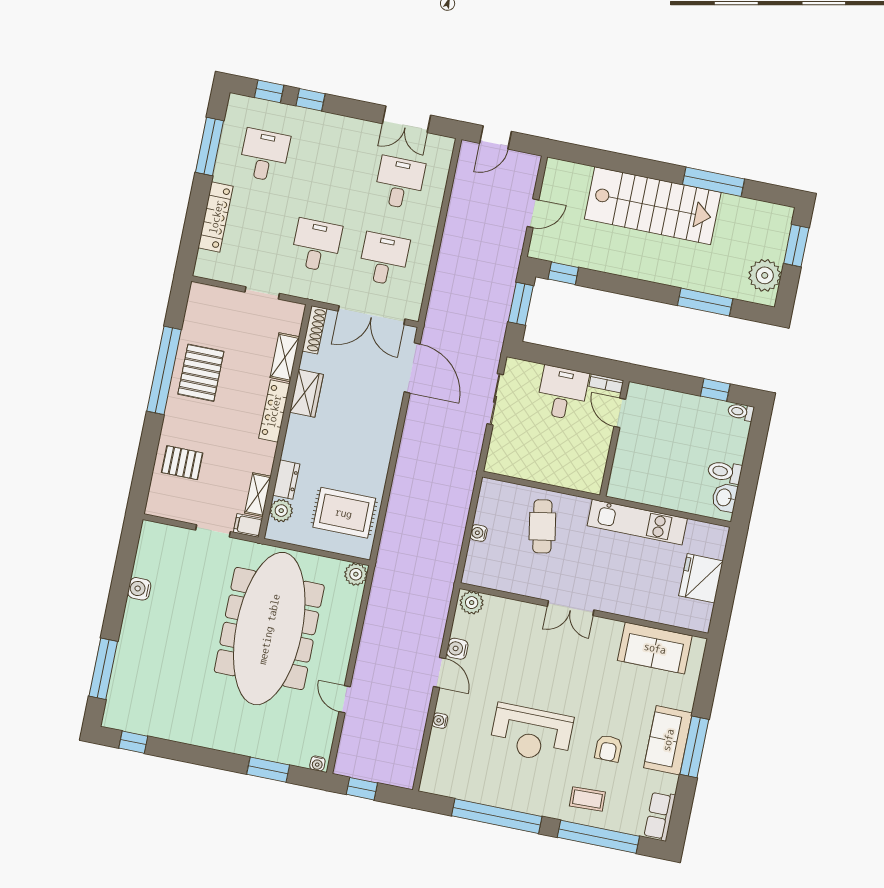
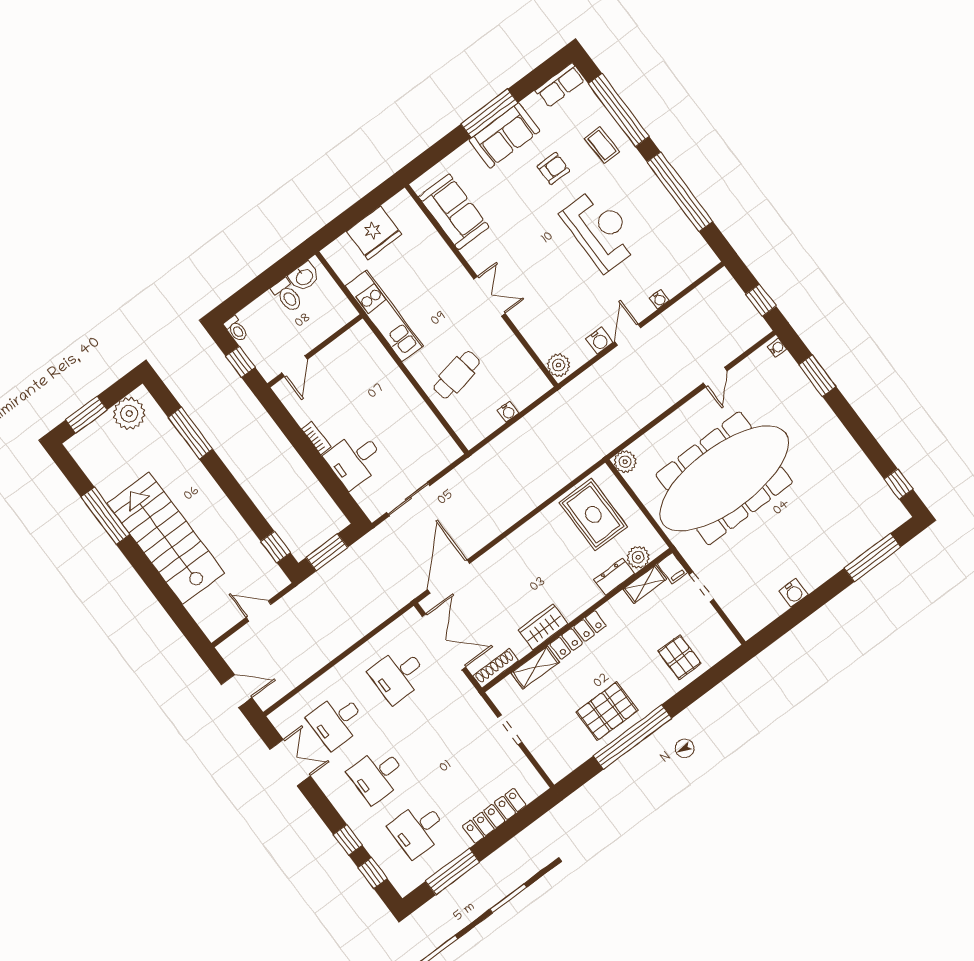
desk: (316, 245) -> (377, 775), moved
door: (620, 413) -> (295, 366), moved
wall: (615, 438) -> (315, 351), moved

